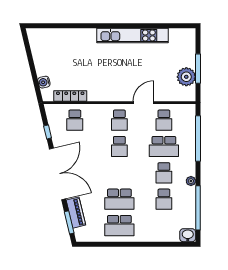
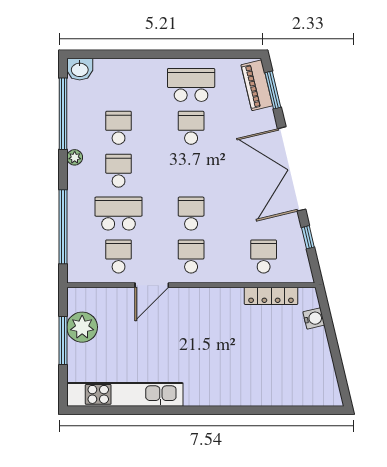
kitchen unit: (132, 35) -> (125, 394), moved
school desk: (119, 199) -> (191, 128), width x0.54
piano: (76, 213) -> (257, 85), moved

